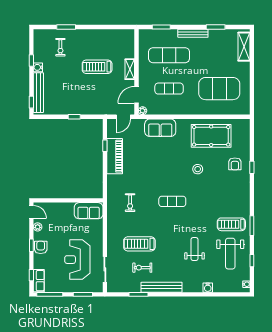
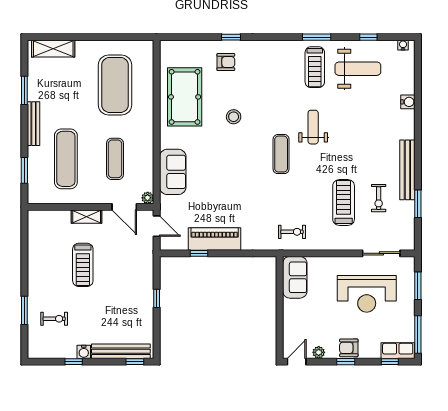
exercise bike: (130, 203) -> (292, 232), moved
treadmill: (139, 244) -> (344, 202), turned 180
weight bench: (194, 249) -> (313, 127), moved, turned 90

